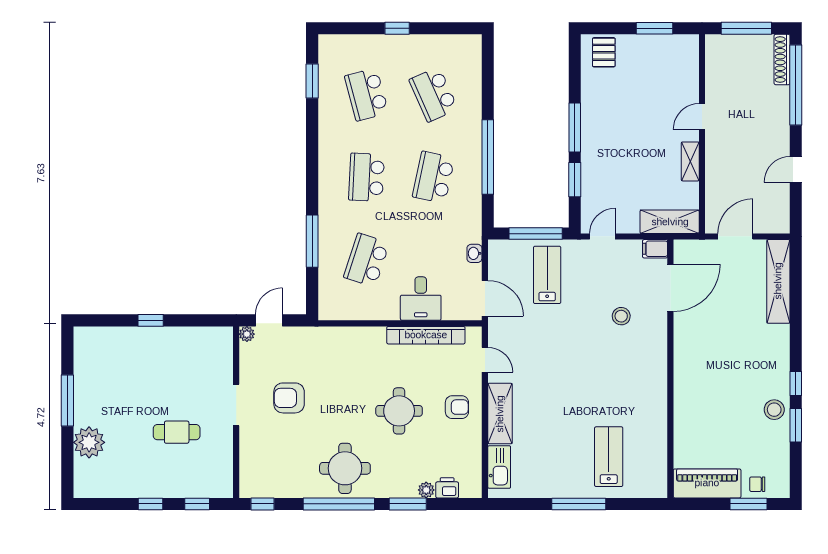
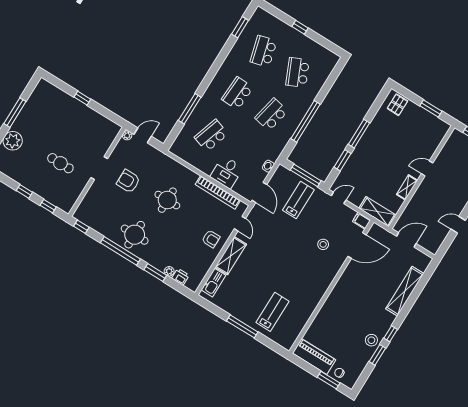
shelving: (778, 281) -> (405, 291), moved
round table: (399, 411) -> (167, 200), moved

